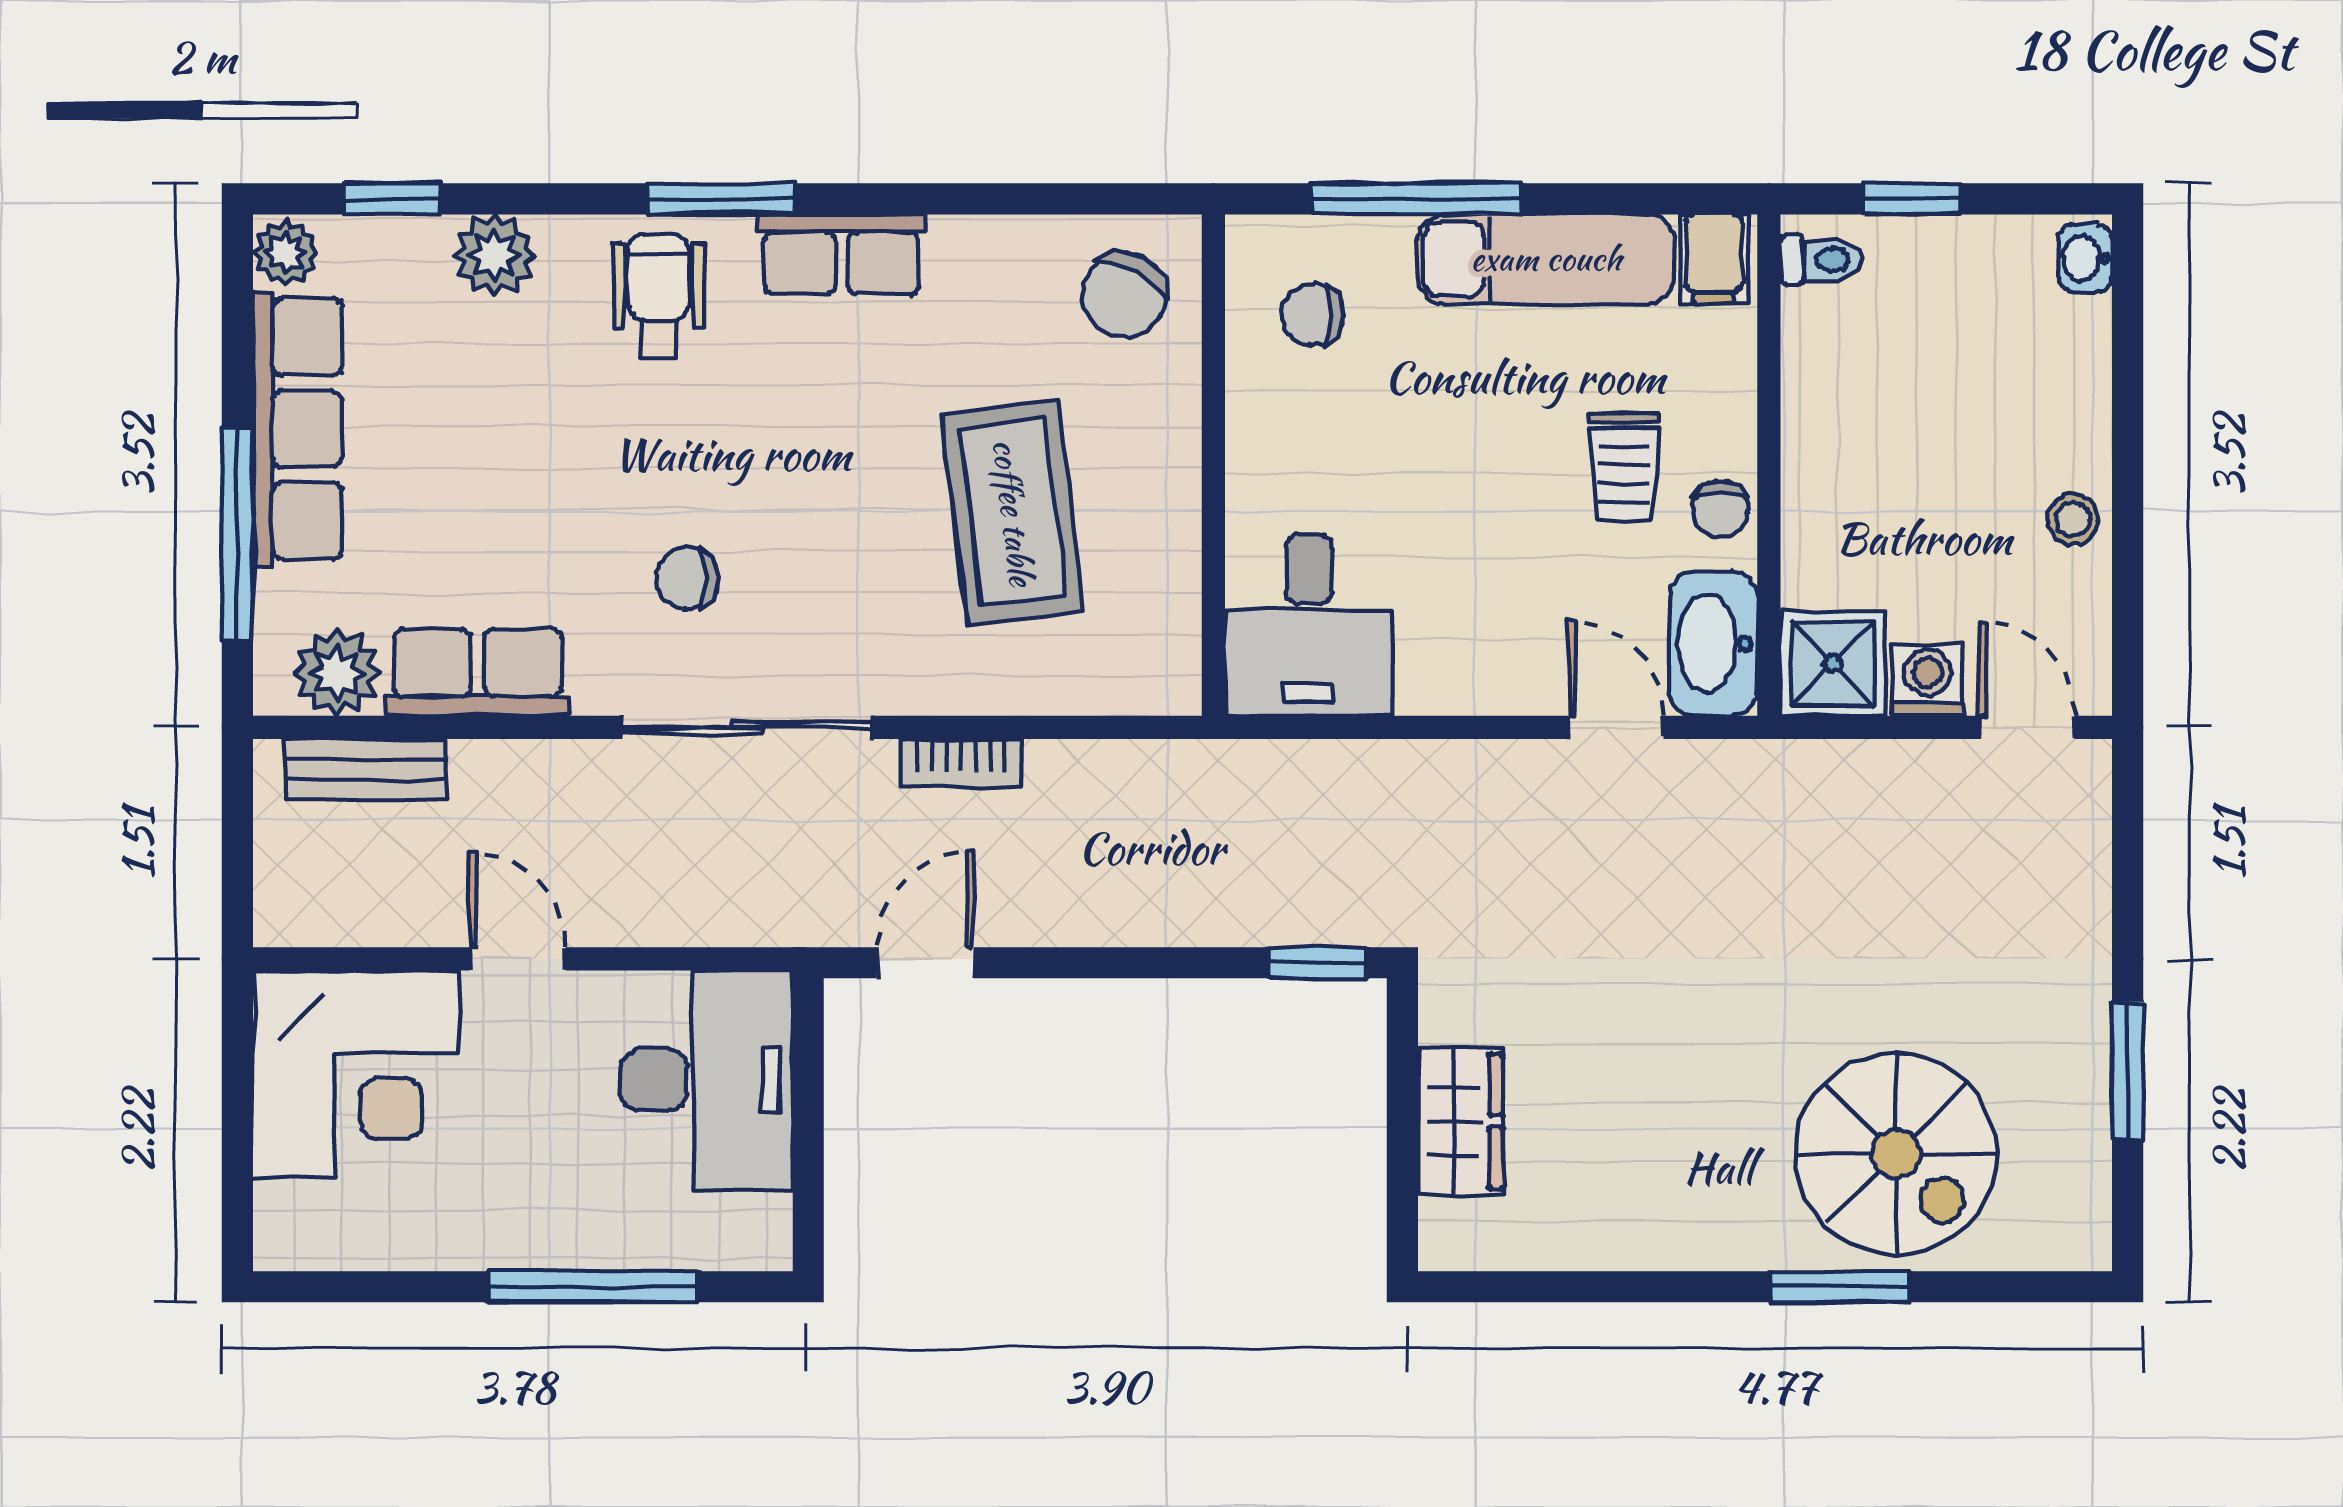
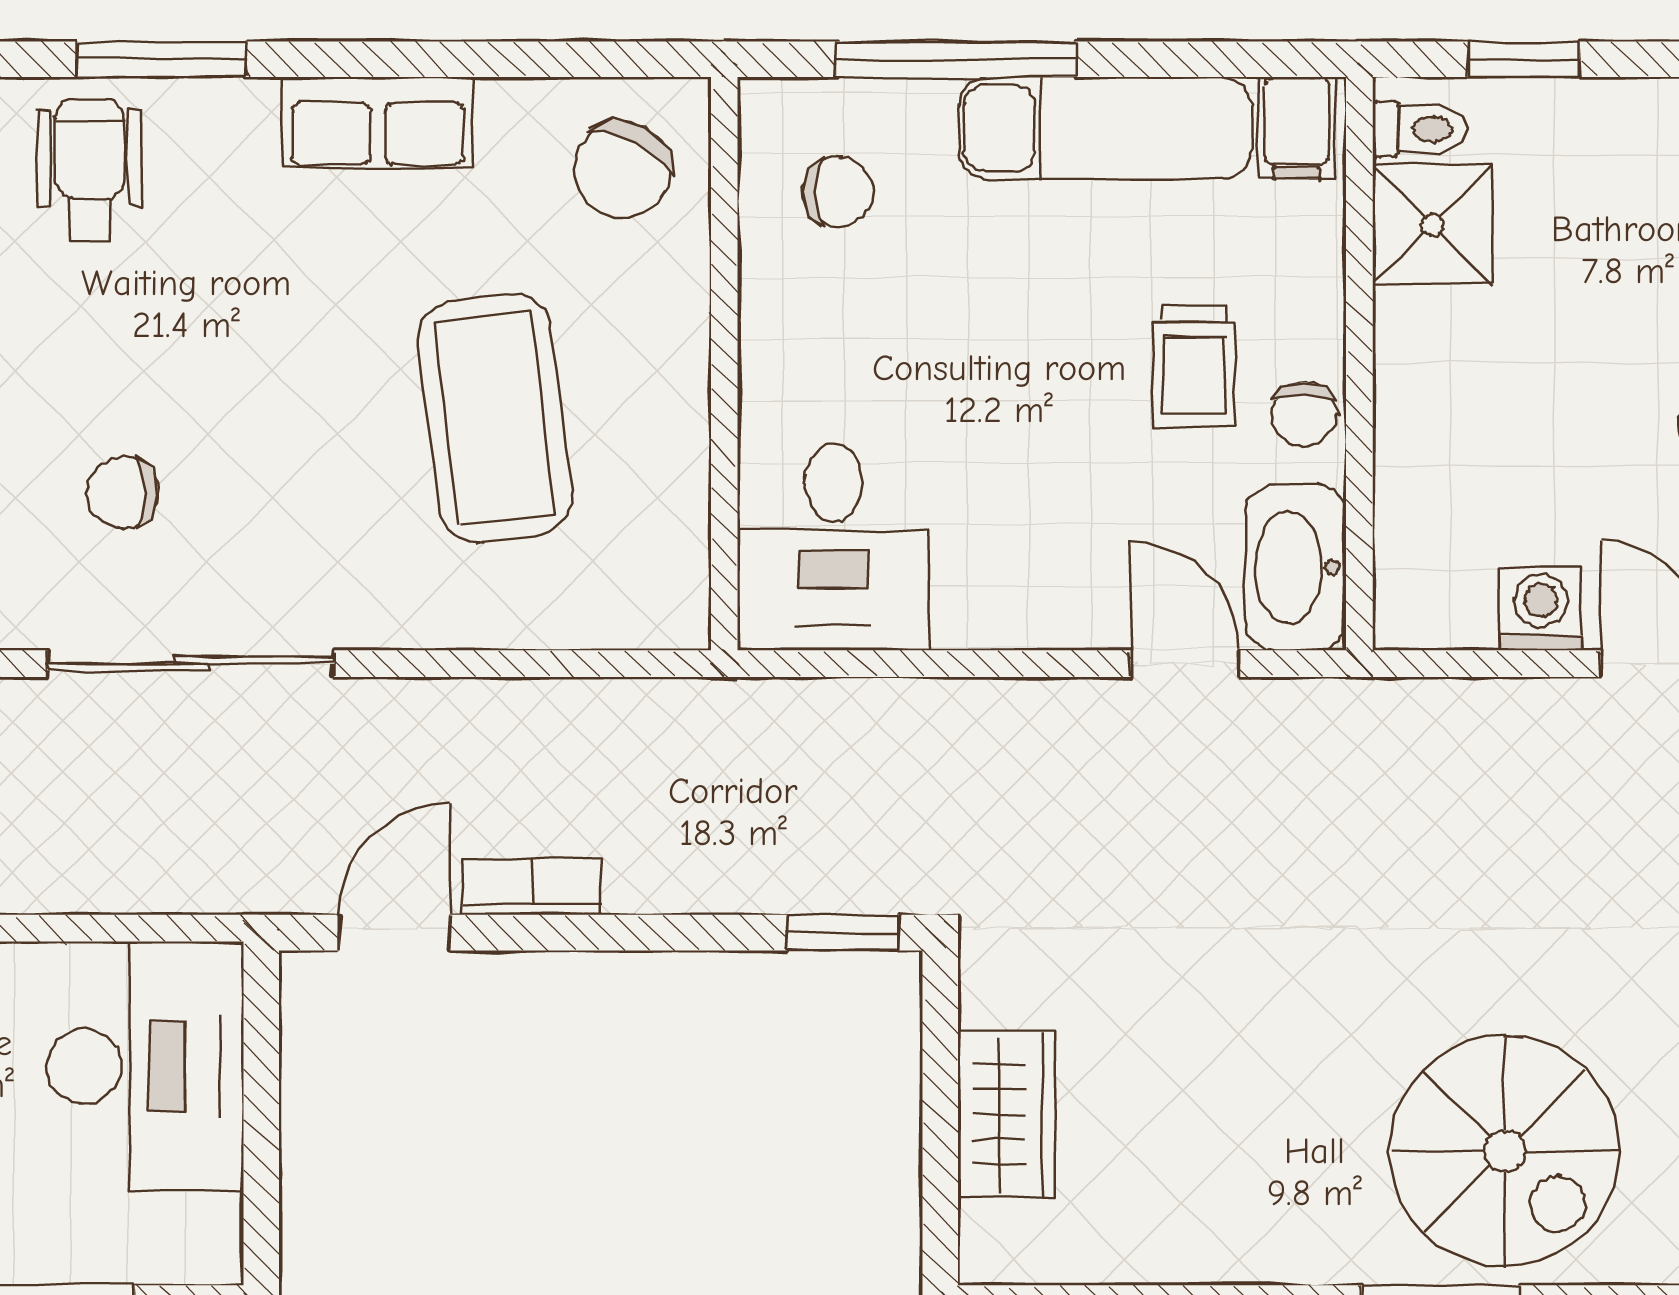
row of seats: (842, 254) -> (378, 123), moved
chair: (1312, 315) -> (837, 192), turned 180
shower: (1833, 663) -> (1432, 225), moved
bookcase: (961, 763) -> (531, 887), moved, turned 180

